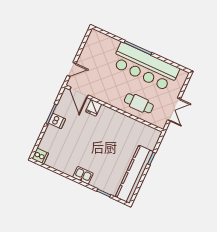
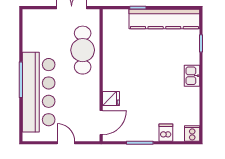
bar counter: (145, 67) -> (39, 92), moved
door: (72, 69) -> (66, 143), moved
cafe table: (139, 103) -> (83, 50), width x1.37, depth x1.35
dishwasher: (57, 121) -> (166, 133), moved

